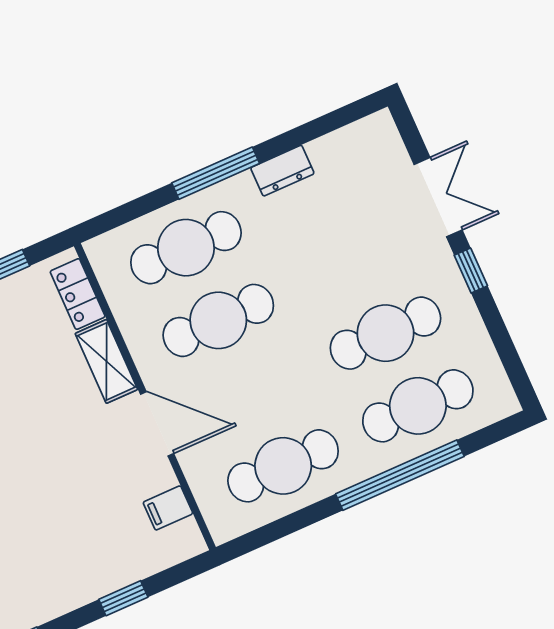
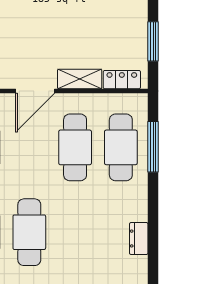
dresser: (282, 171) -> (139, 239), moved
window: (216, 173) -> (153, 147), moved

